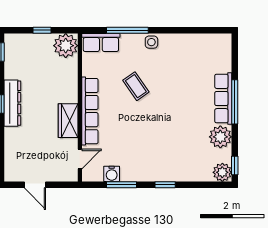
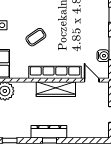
wardrobe: (68, 121) -> (56, 89), width x1.50

